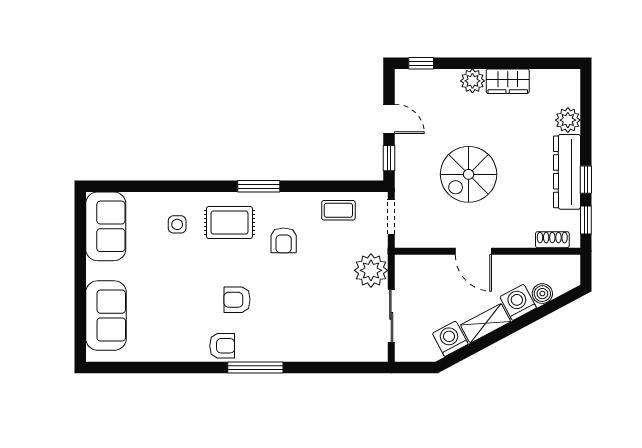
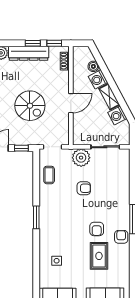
rug: (229, 222) -> (99, 256), moved
armchair: (284, 240) -> (84, 188), moved

